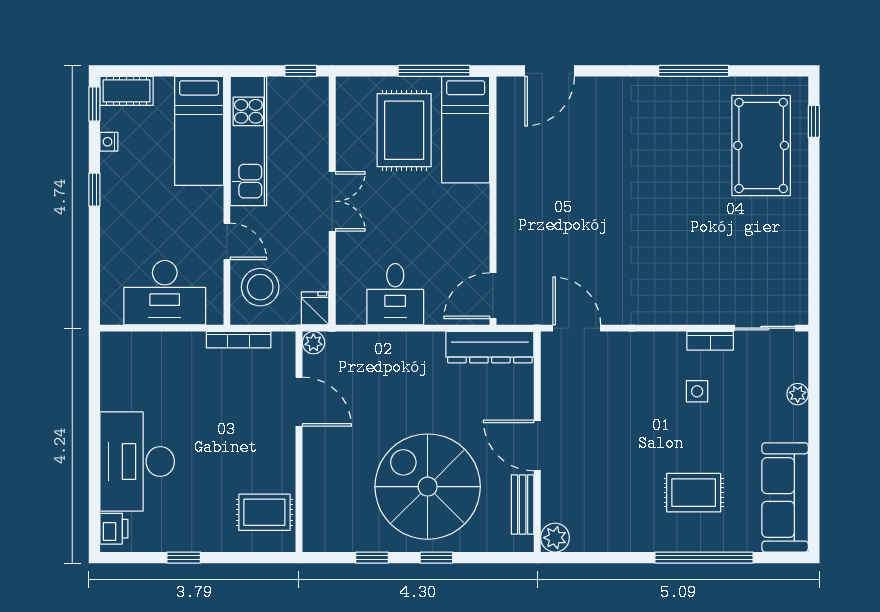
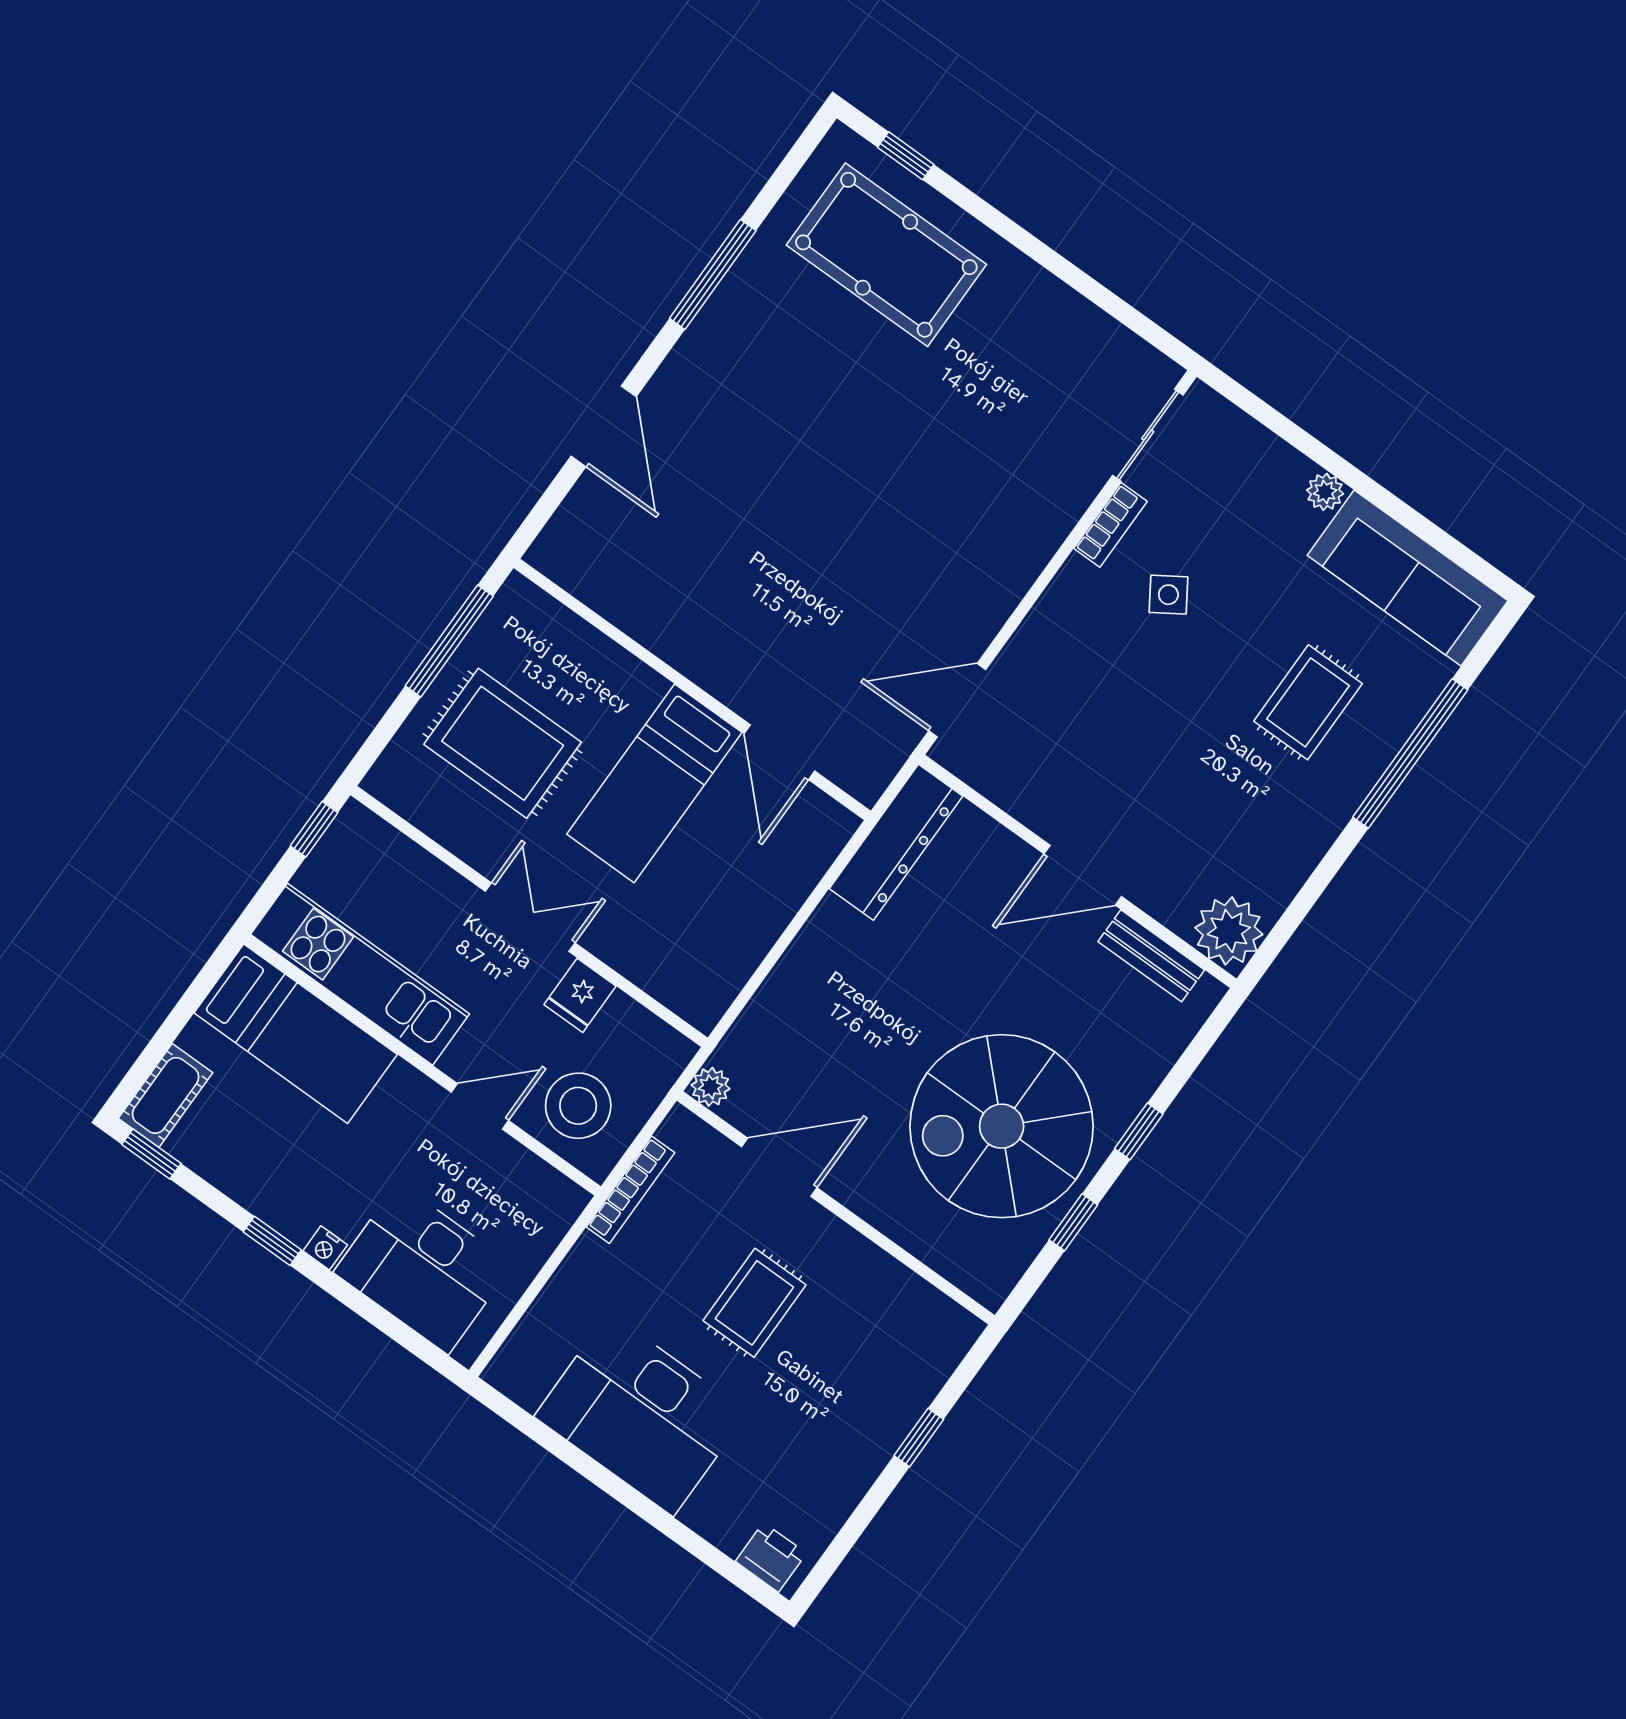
door: (550, 71) -> (604, 426), moved
bed: (466, 130) -> (654, 783), moved, turned 90
nightstand: (109, 142) -> (325, 1248), moved
desk: (165, 293) -> (423, 1268), moved, turned 90
desk: (395, 294) -> (725, 922), removed
door: (493, 296) -> (779, 752), moved
fridge: (315, 308) -> (580, 995), moved, turned -90
side table: (697, 391) -> (1168, 595), turned -33
plant: (798, 394) -> (1325, 492), moved
desk: (137, 462) -> (641, 1414), moved
spiral stairs: (428, 487) -> (1002, 1126), moved
rug: (264, 512) -> (754, 1303), moved
plant: (555, 538) -> (1229, 931), width x1.36, depth x1.36
window: (184, 558) -> (919, 1437), moved

